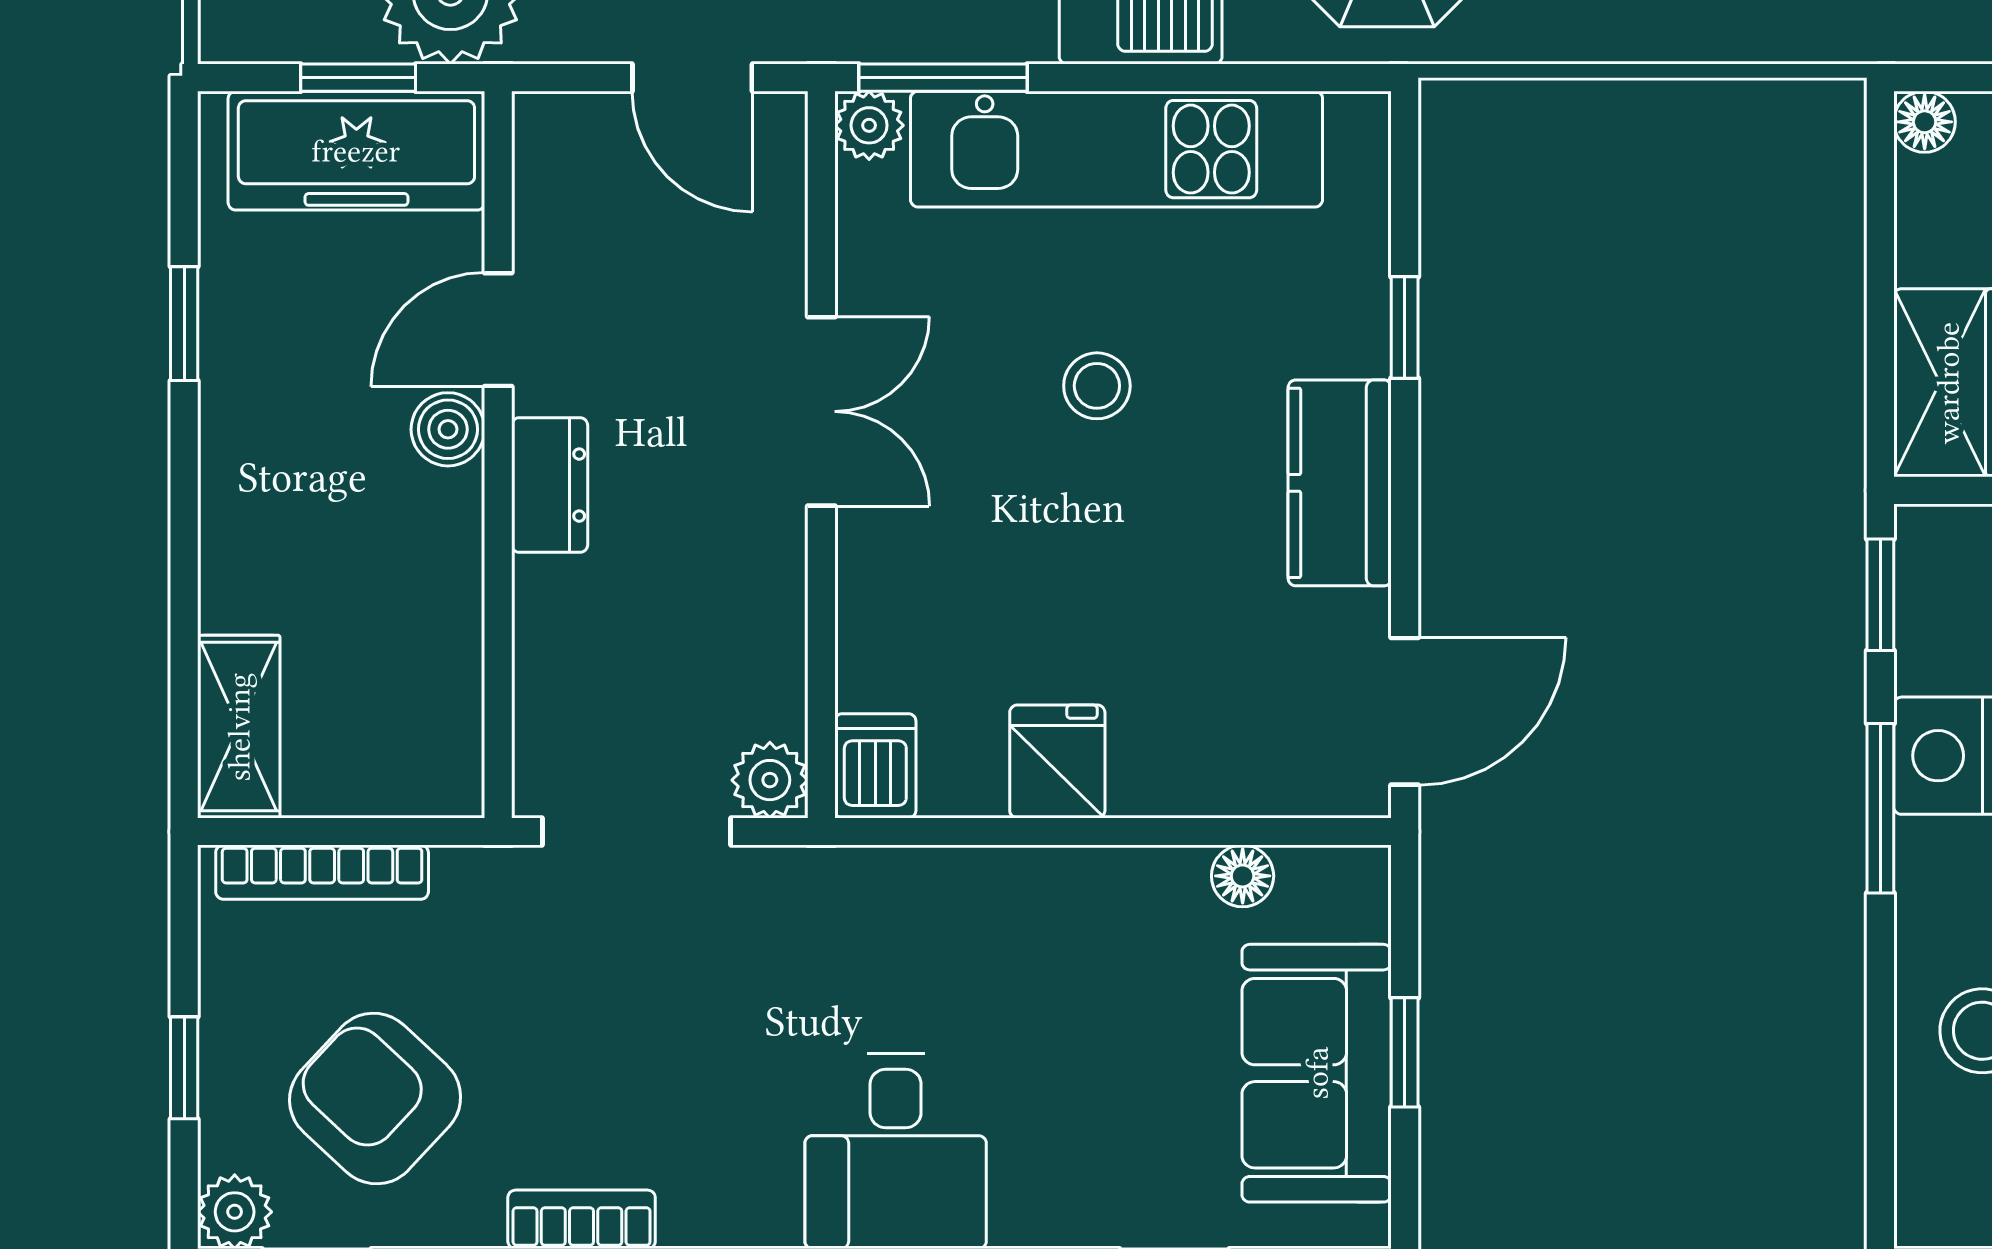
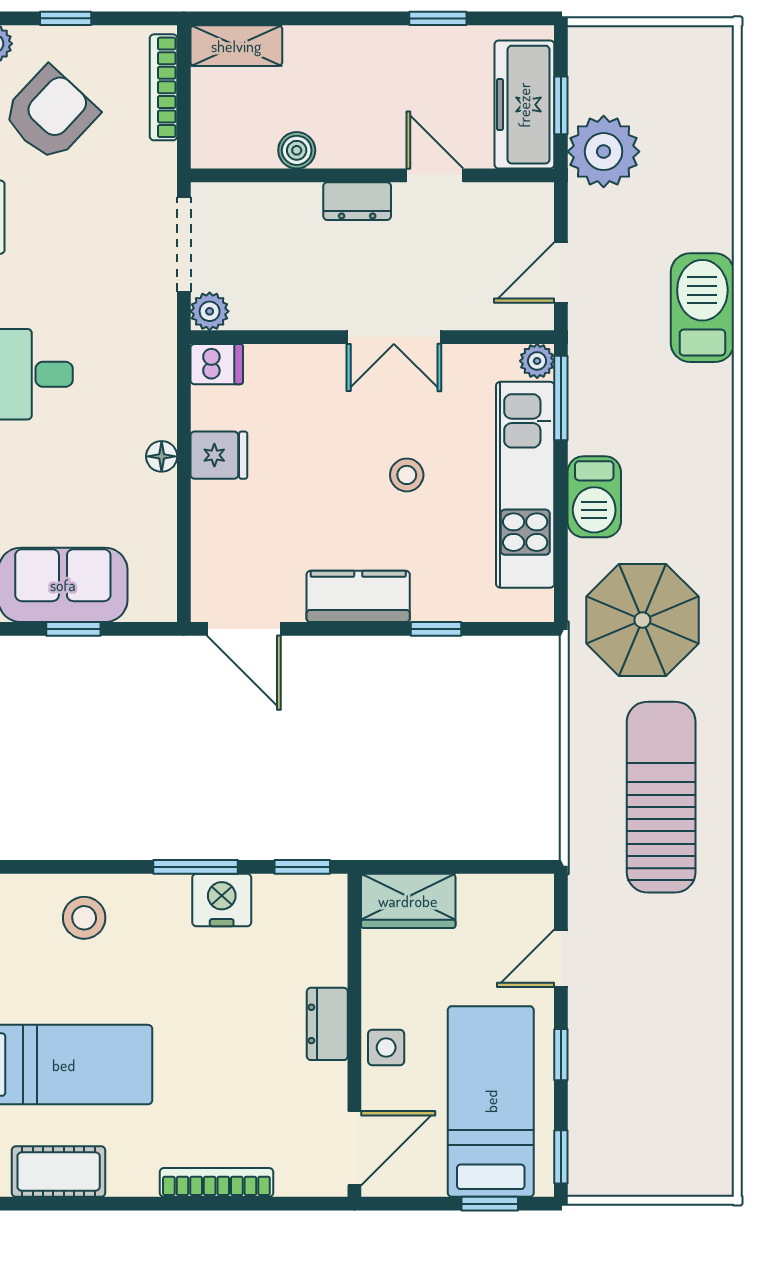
floor lamp: (1925, 122) -> (539, 889), removed
boiler: (448, 429) -> (297, 150), moved
floor lamp: (1243, 876) -> (162, 456), moved

